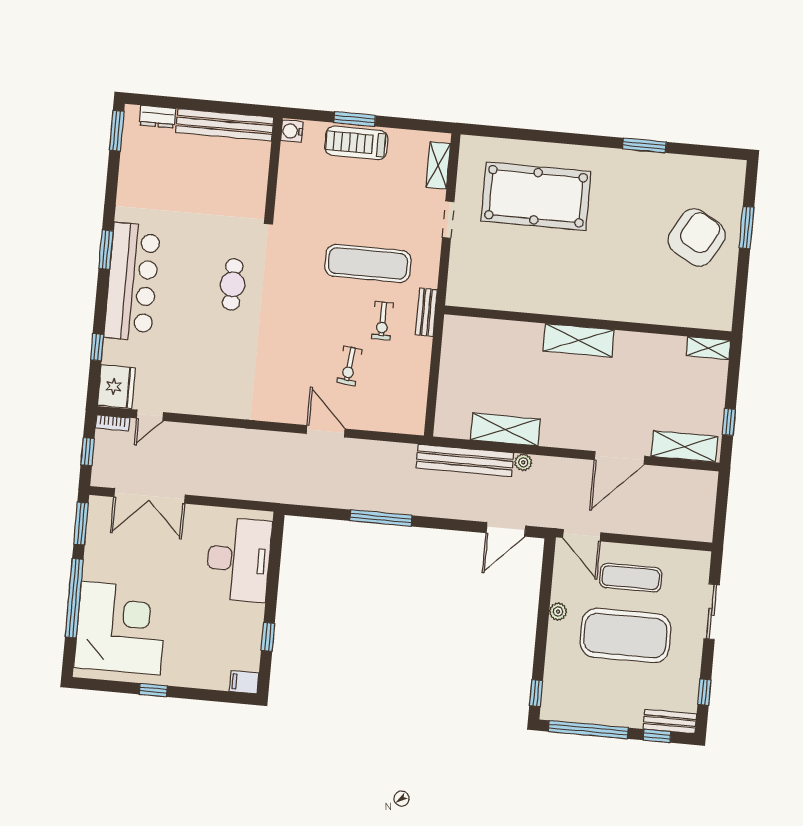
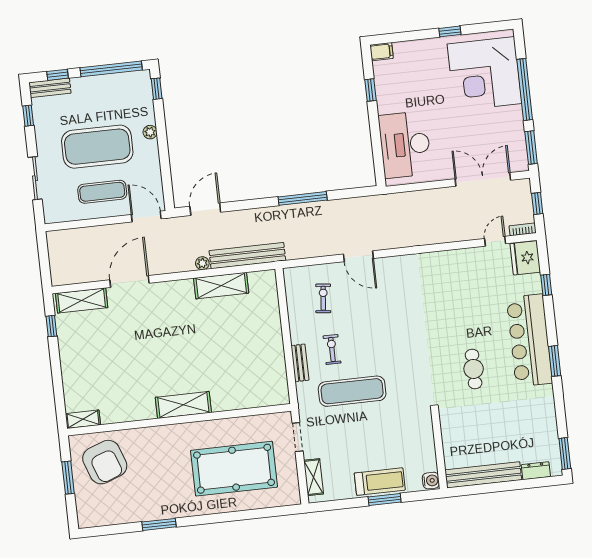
armchair: (697, 238) -> (105, 462), turned -50
cafe table: (233, 284) -> (474, 369), moved
wall: (588, 323) -> (179, 420), moved
shelving: (579, 340) -> (183, 405), moved
shelving: (708, 348) -> (83, 419), moved
exercise bike: (349, 366) -> (323, 298), moved
plant: (558, 612) -> (150, 132), moved

